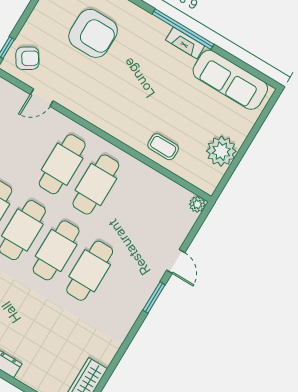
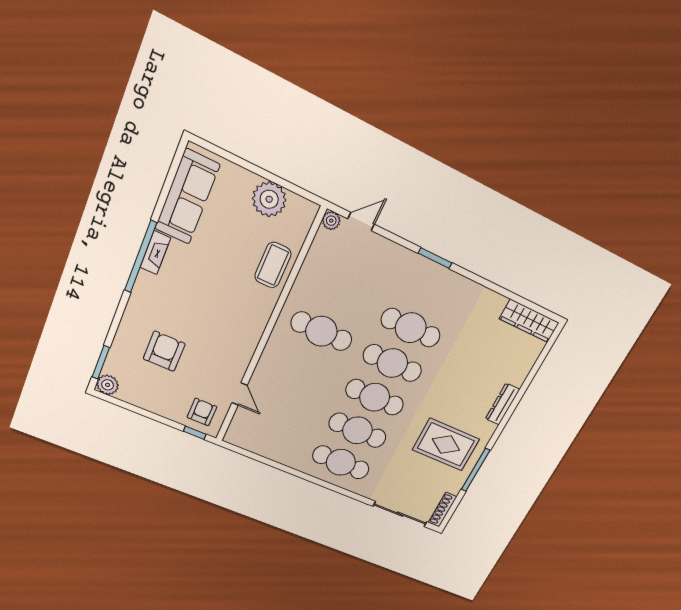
armchair: (93, 33) -> (164, 351), width x0.73, depth x0.73
armchair: (27, 58) -> (202, 412), turned 32
coffee table: (163, 147) -> (273, 265), width x1.36, depth x1.30
cafe table: (62, 164) -> (304, 367), removed
door: (176, 261) -> (361, 221), moved

